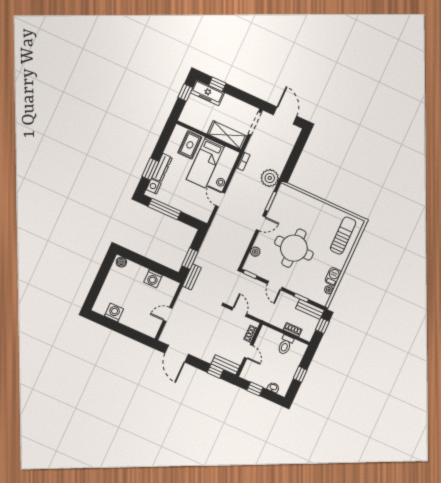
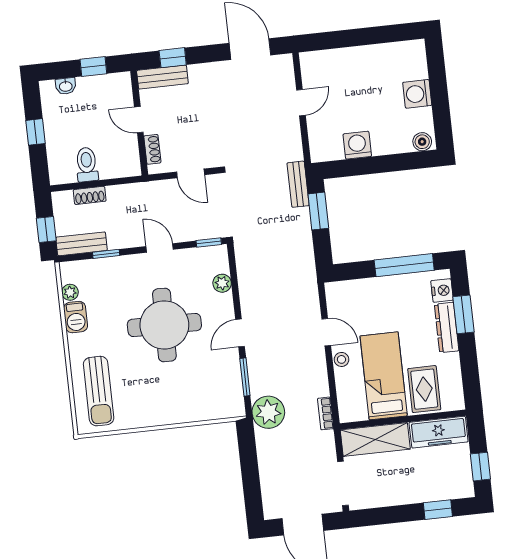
freezer: (207, 93) -> (439, 432), moved, turned 180
washing machine: (114, 312) -> (417, 94), moved, turned 90

